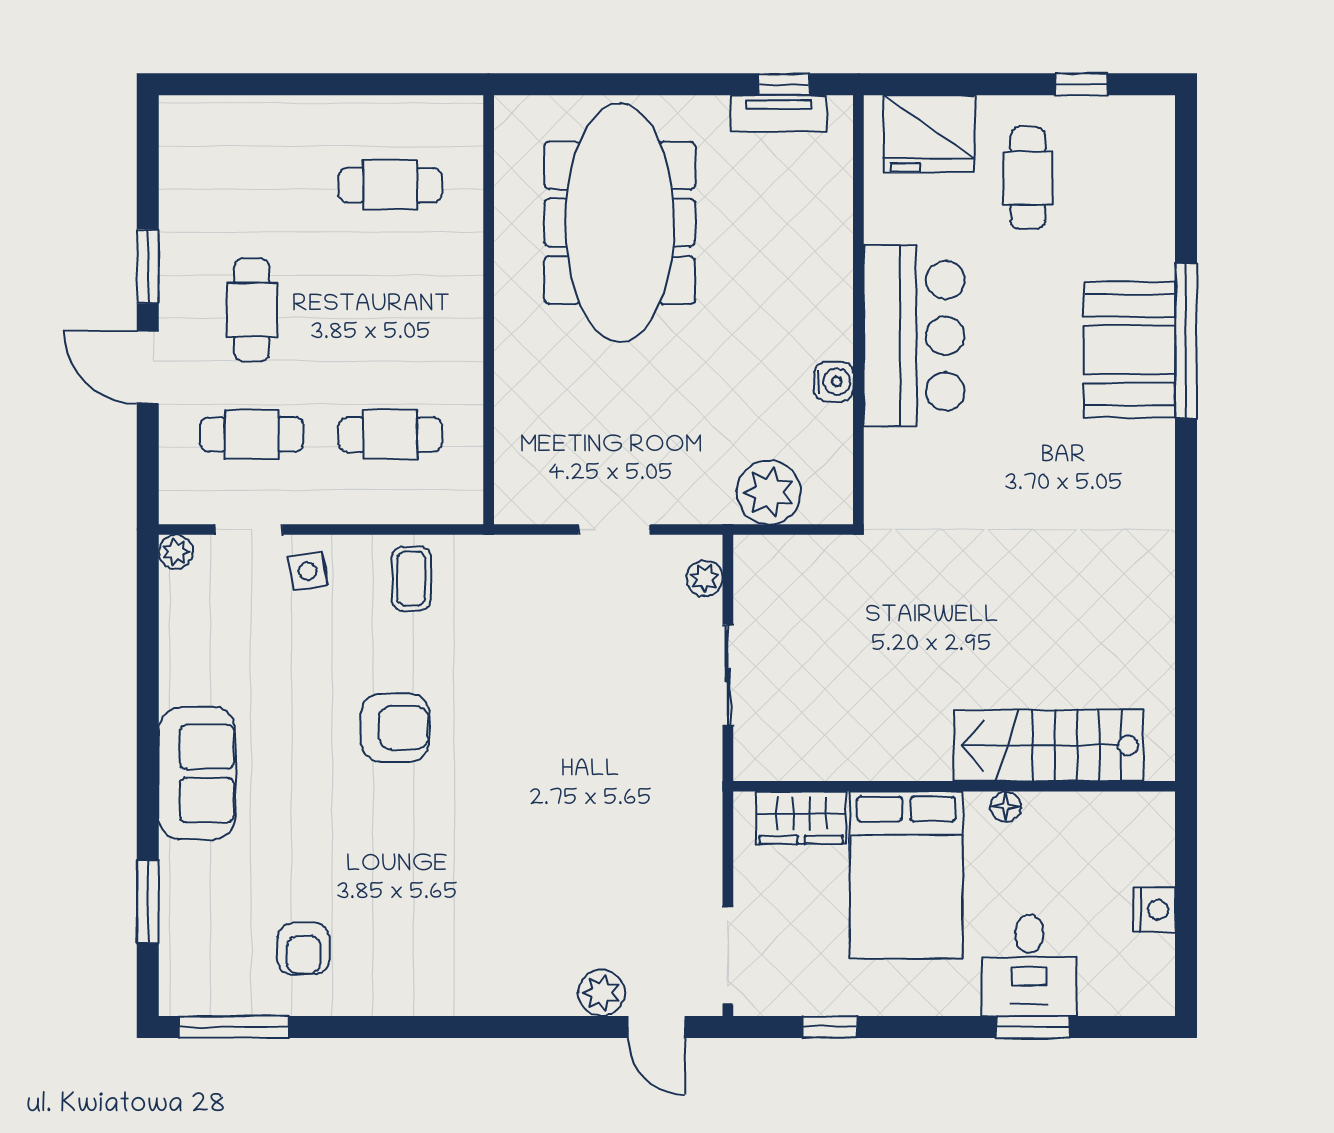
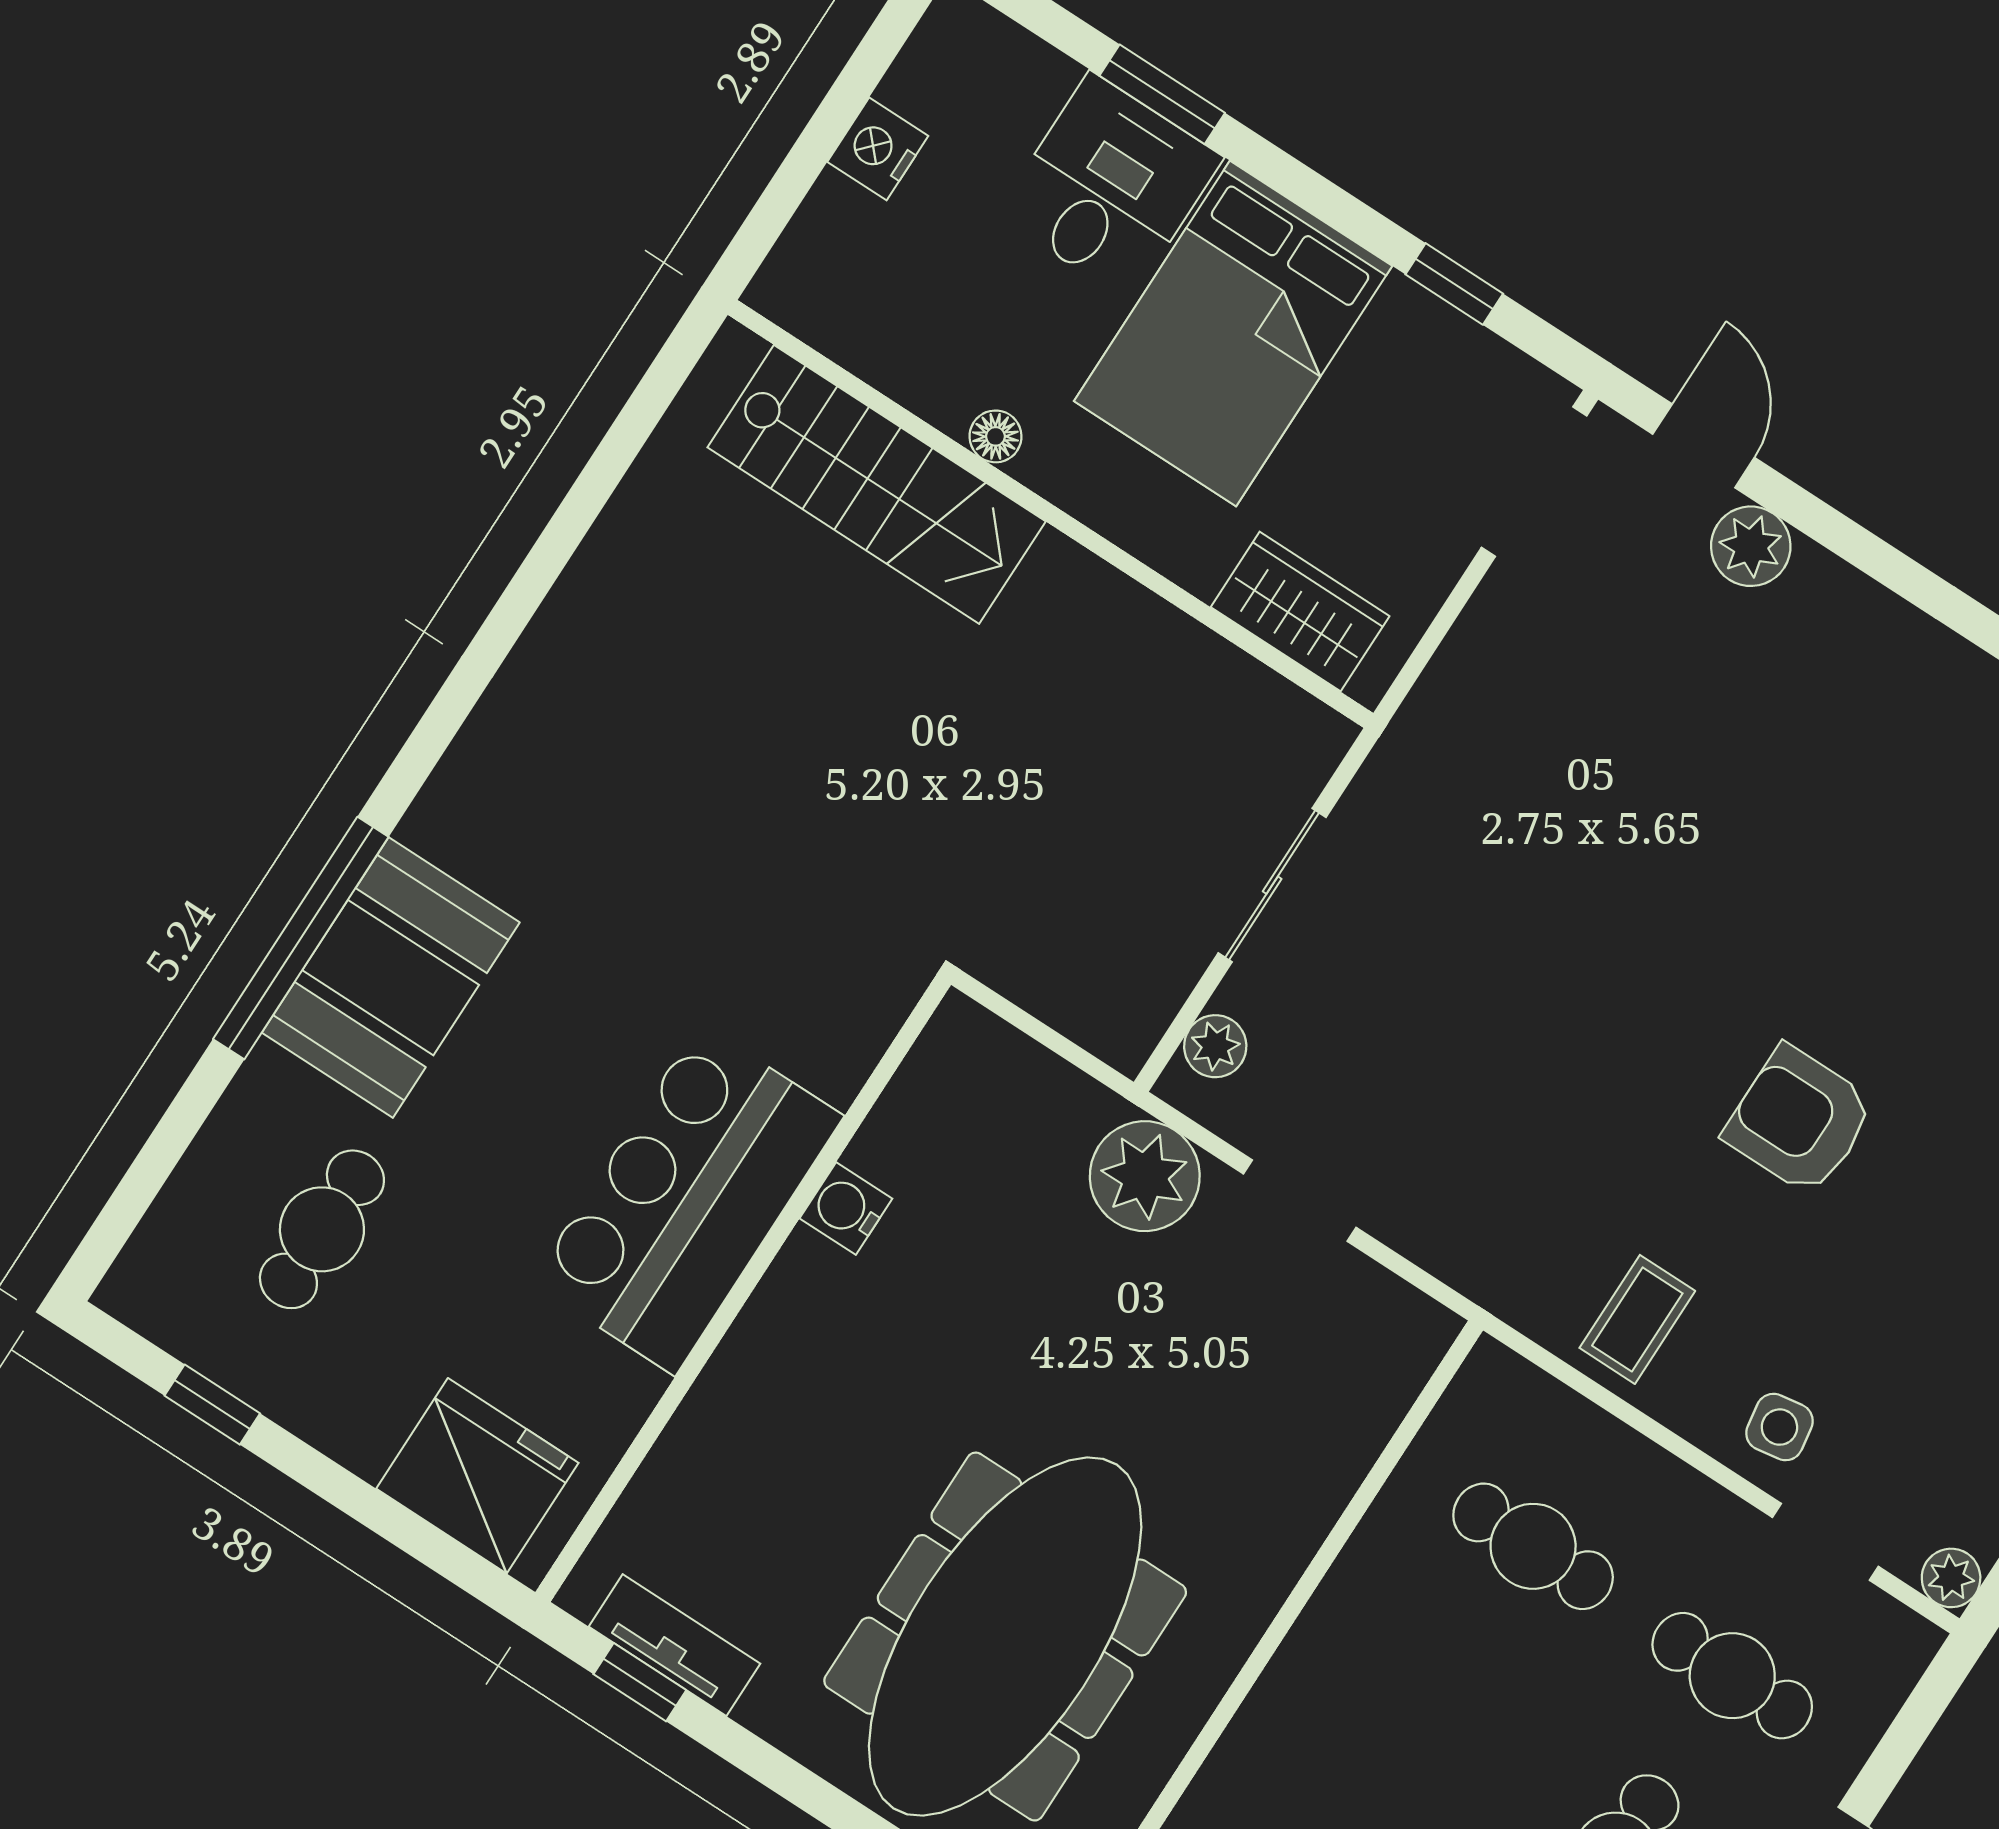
cafe table: (1028, 178) -> (322, 1229), moved
plant: (769, 492) -> (1145, 1176), moved
bed: (906, 875) -> (1233, 333), moved, turned 180

